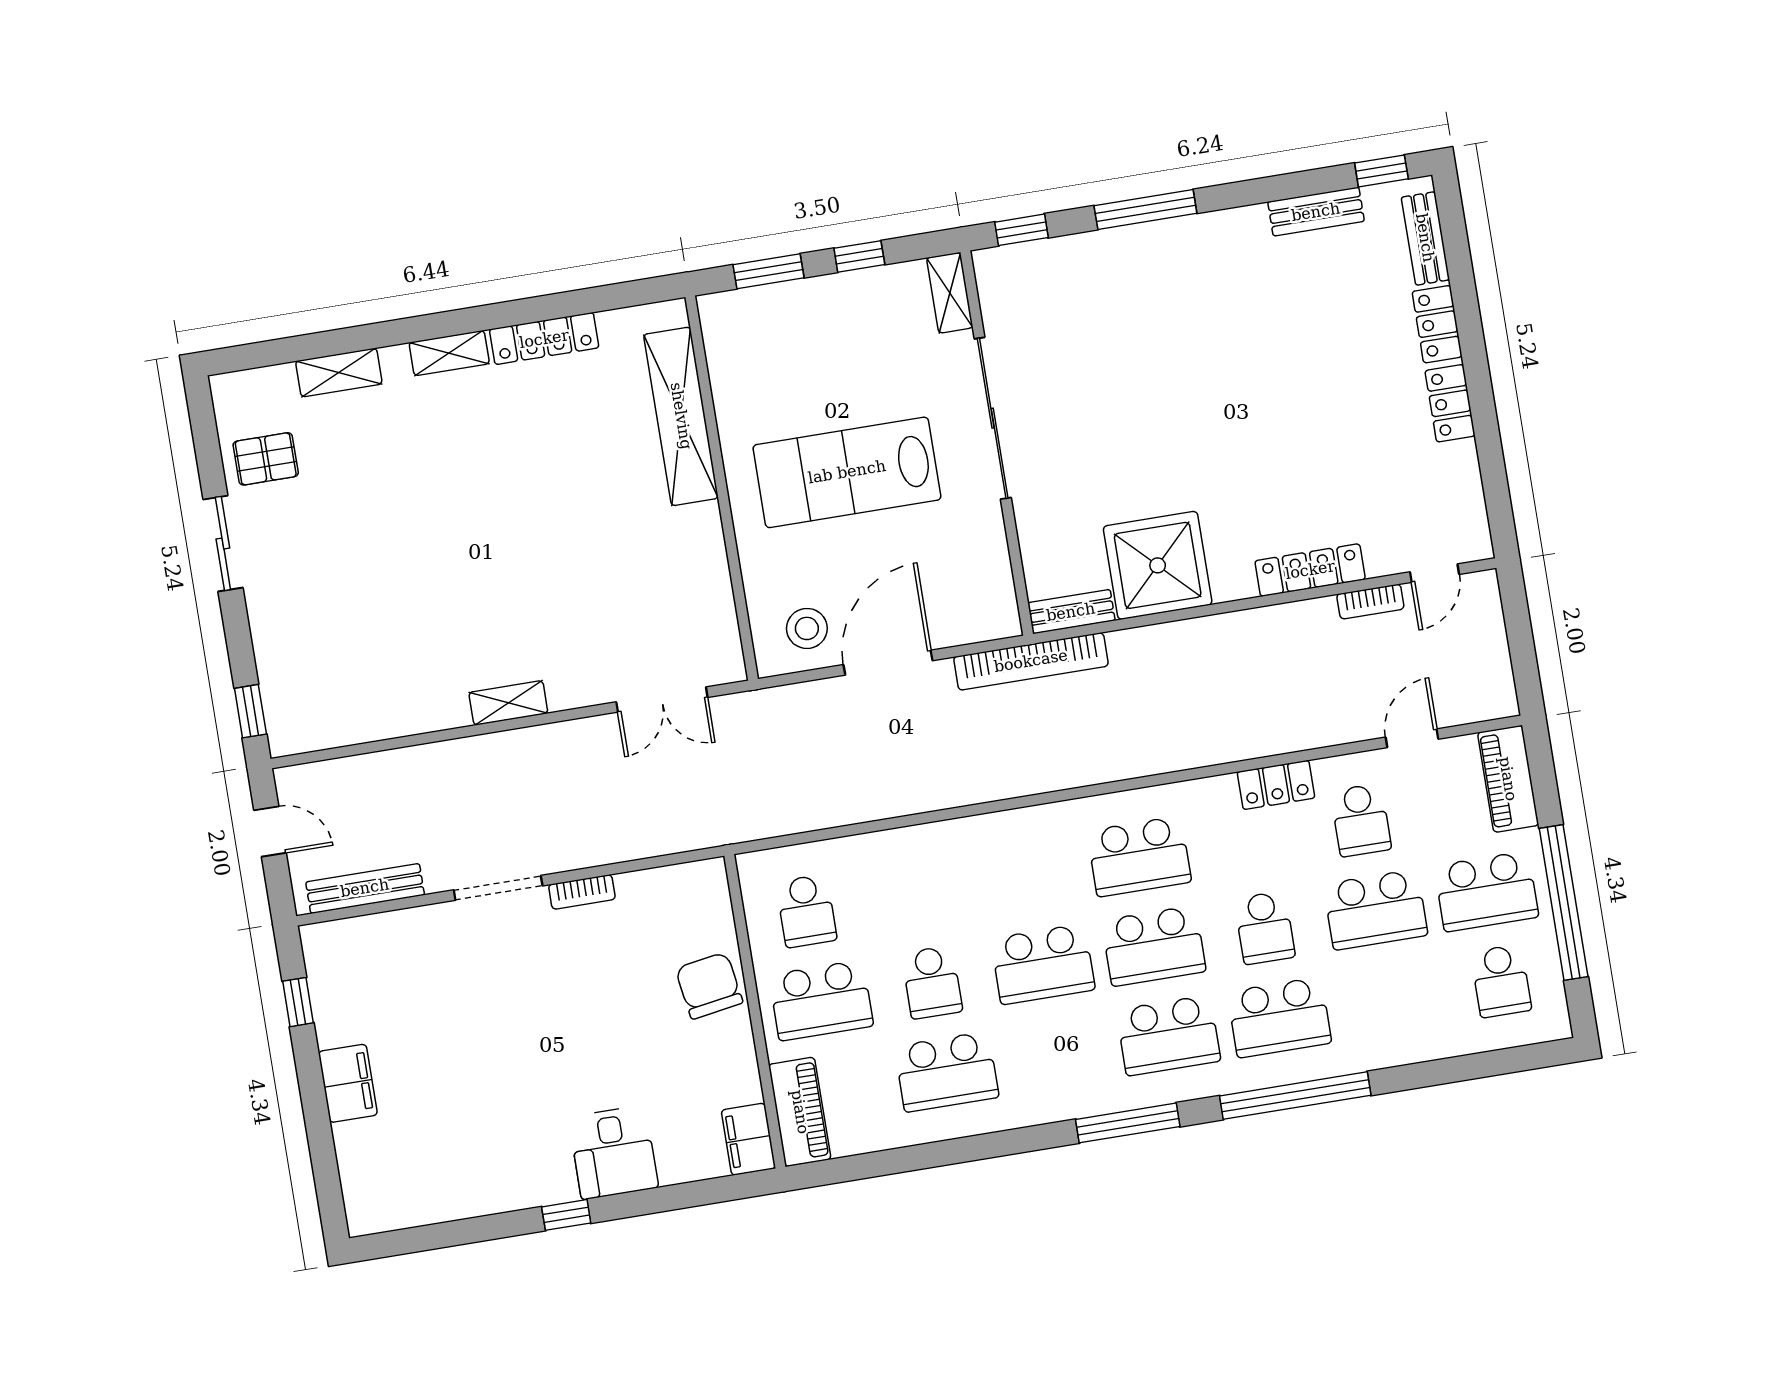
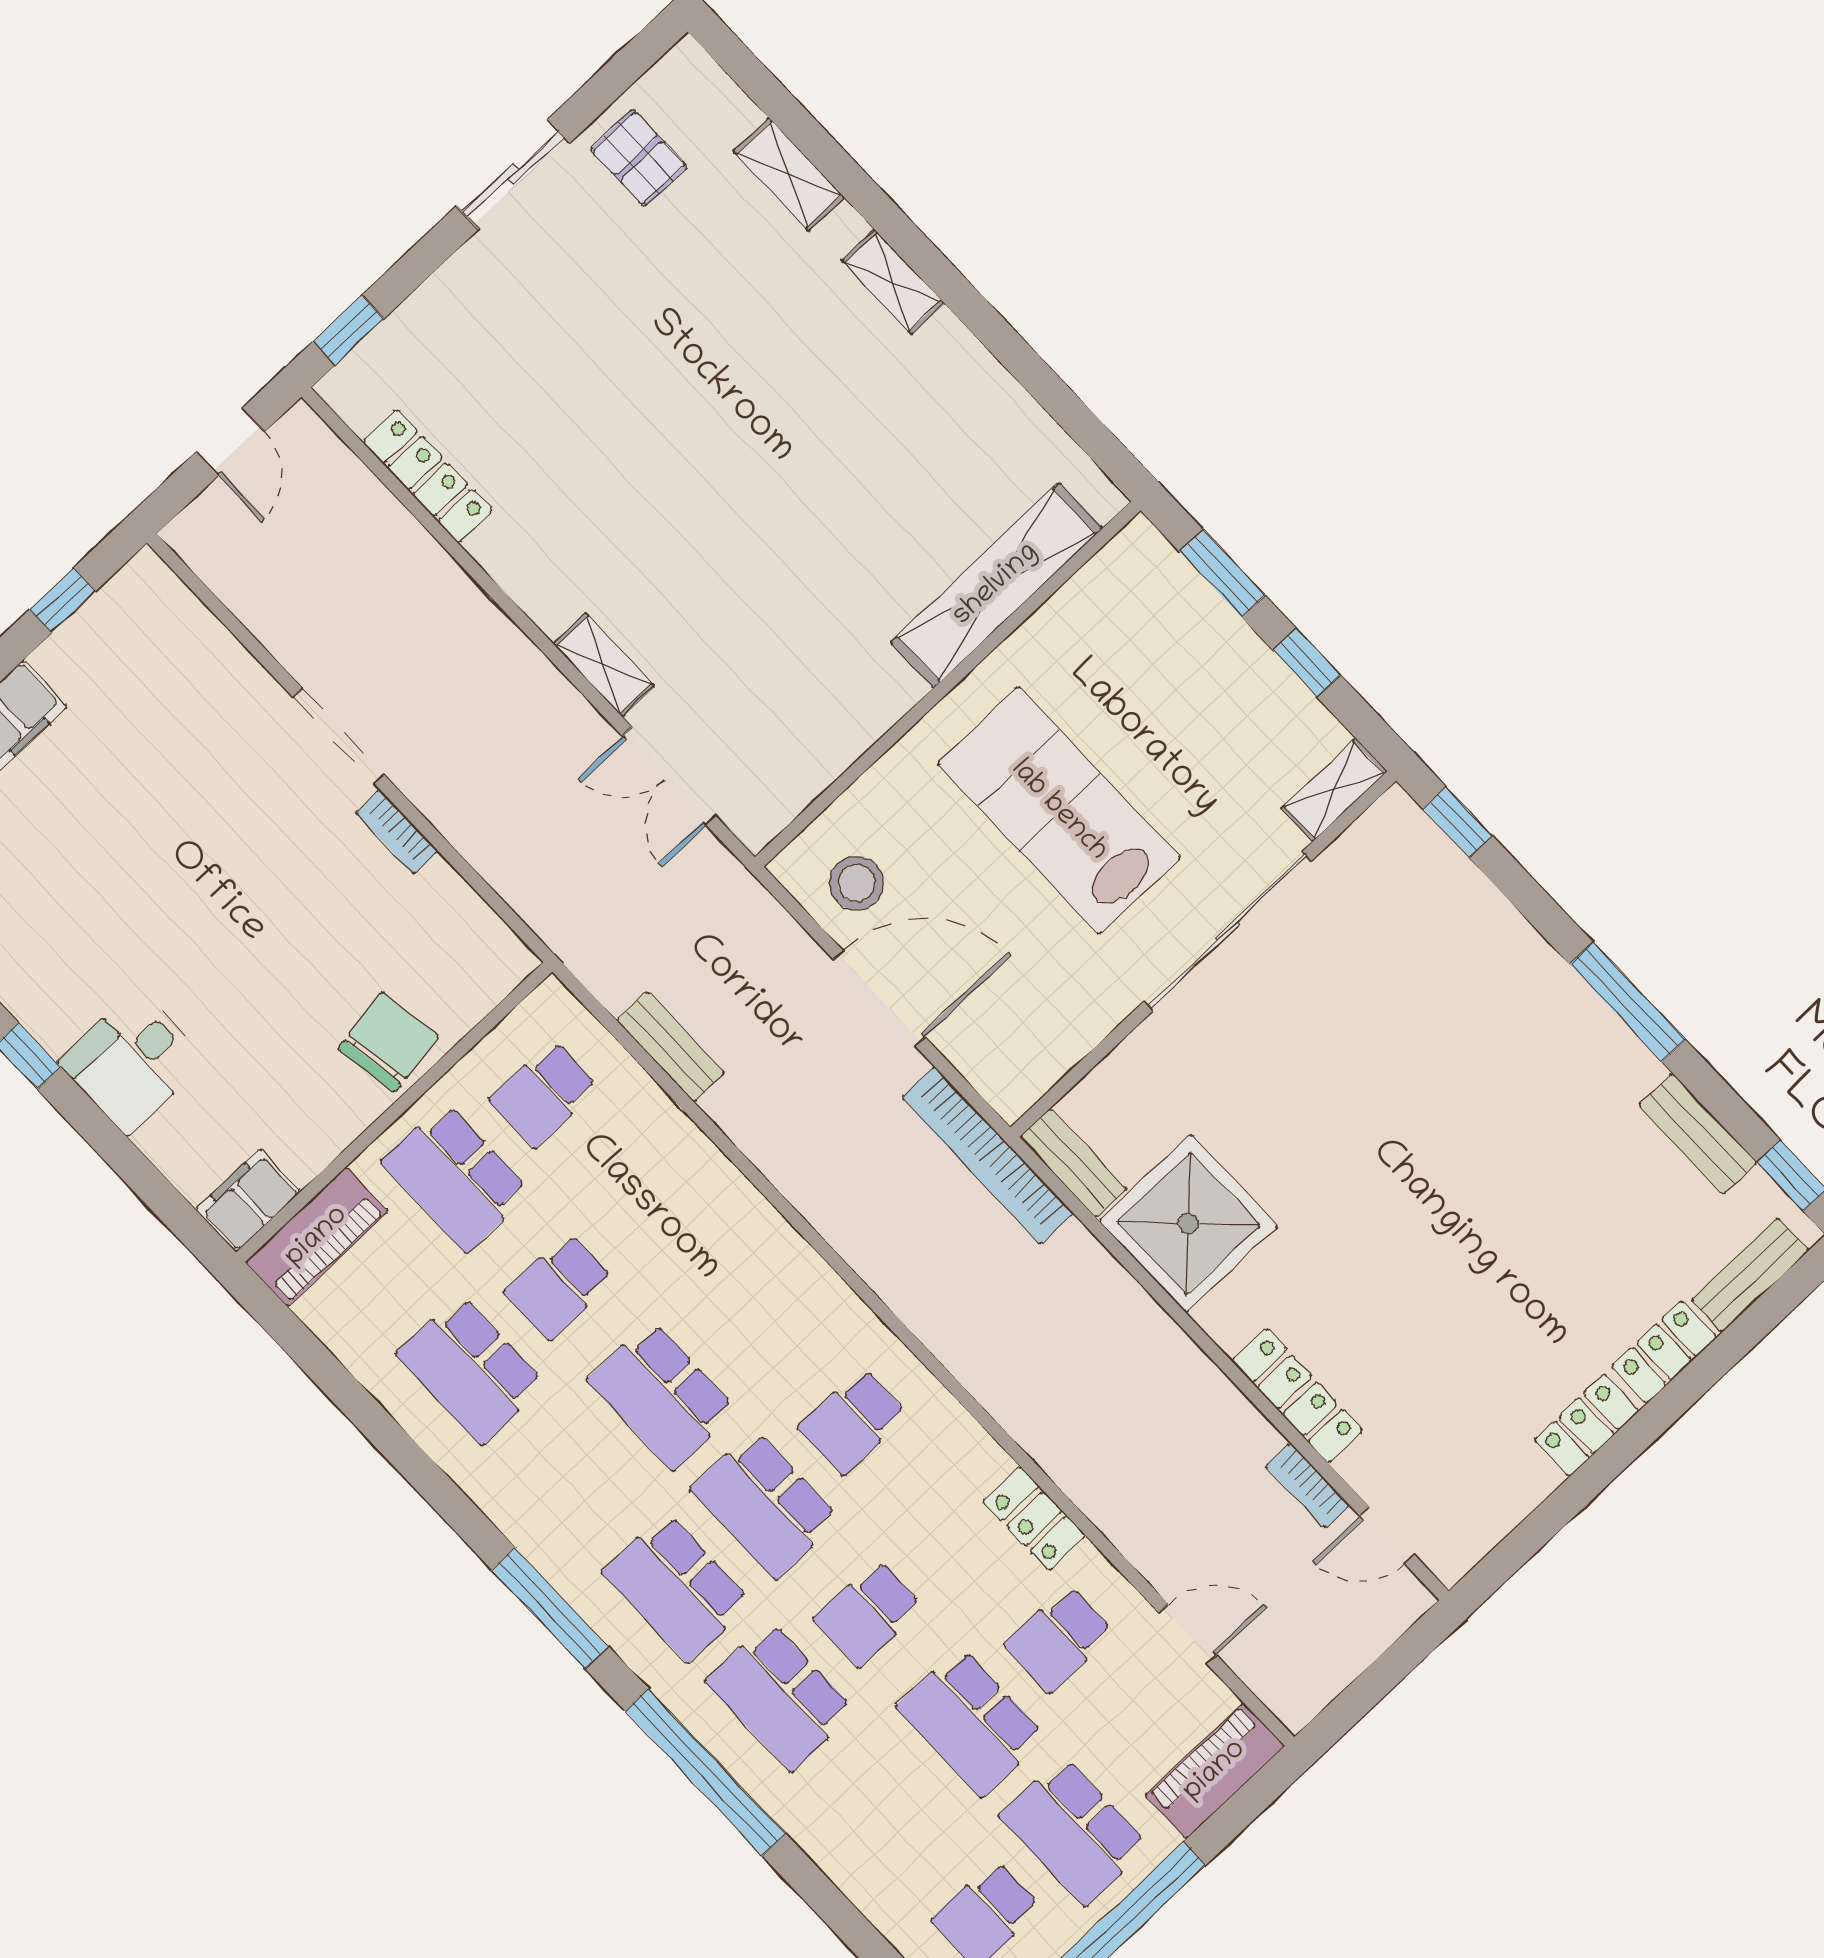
window: (1145, 210) -> (1628, 1002), moved
locker: (544, 339) -> (428, 476), moved, turned 180
shelving: (508, 703) -> (604, 665), moved
school desk: (1139, 856) -> (853, 1421), width x0.54
bench: (365, 888) -> (671, 1047), moved, width x0.73

